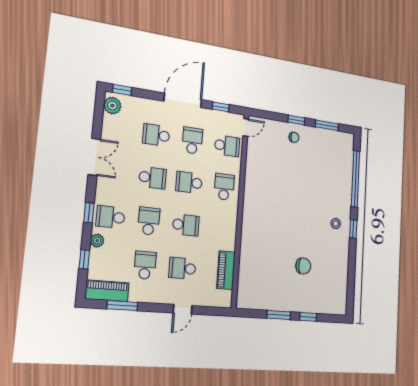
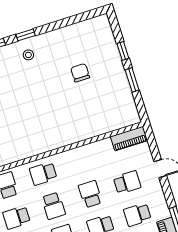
school desk: (182, 268) -> (127, 182), turned -90
piano: (226, 270) -> (129, 139), moved

